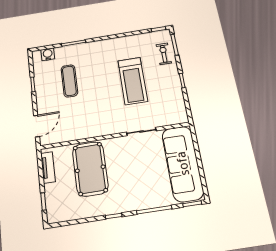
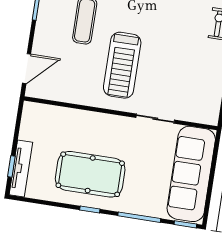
treadmill: (133, 81) -> (122, 65), moved
tv unit: (48, 167) -> (21, 168), moved, width x1.41
pool table: (90, 169) -> (90, 174), moved, turned 90

